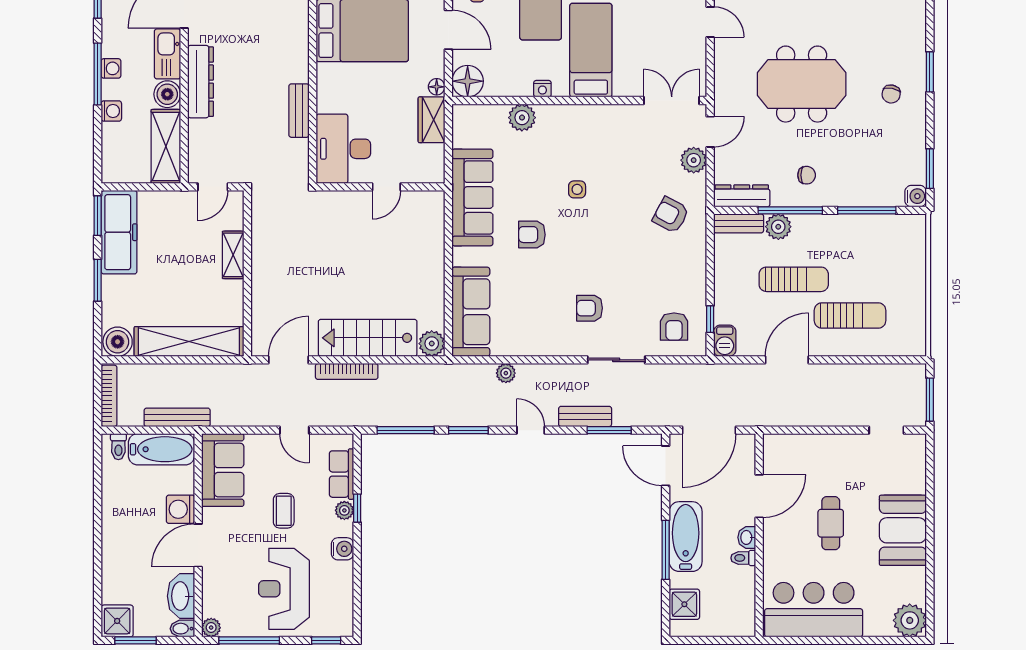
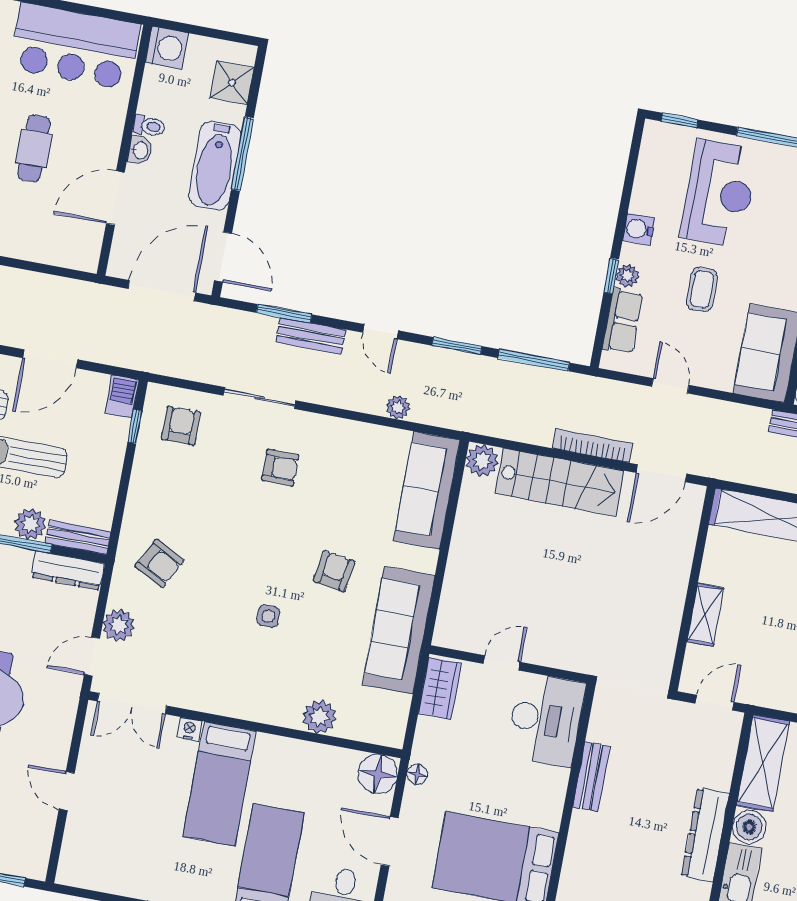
nightstand: (542, 89) -> (189, 729), moved
wardrobe: (431, 120) -> (440, 688), moved
armchair: (532, 235) -> (334, 571), turned -81
washing machine: (741, 622) -> (167, 48), added

